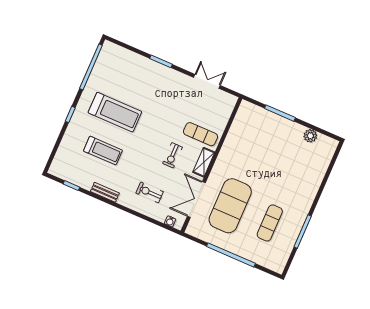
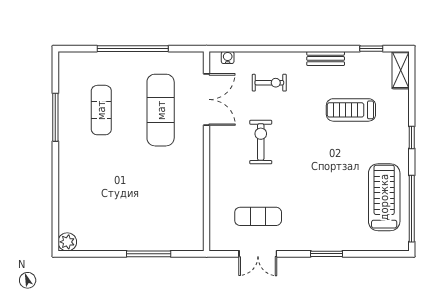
treadmill: (115, 112) -> (384, 197), moved, turned 90
exercise mat: (201, 134) -> (258, 216), moved
plant: (310, 136) -> (67, 242), moved
exercise bike: (173, 155) -> (261, 142), width x1.38, depth x1.39
shelving: (204, 162) -> (401, 70), moved
exercise mat: (230, 206) -> (161, 110), width x0.68

